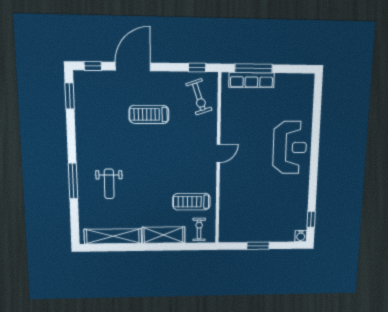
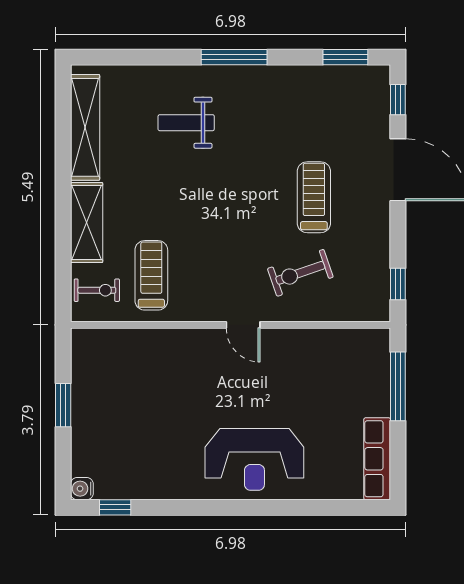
row of seats: (252, 80) -> (377, 459), moved
exercise bike: (199, 97) -> (300, 273), moved
window: (73, 181) -> (234, 57), moved

